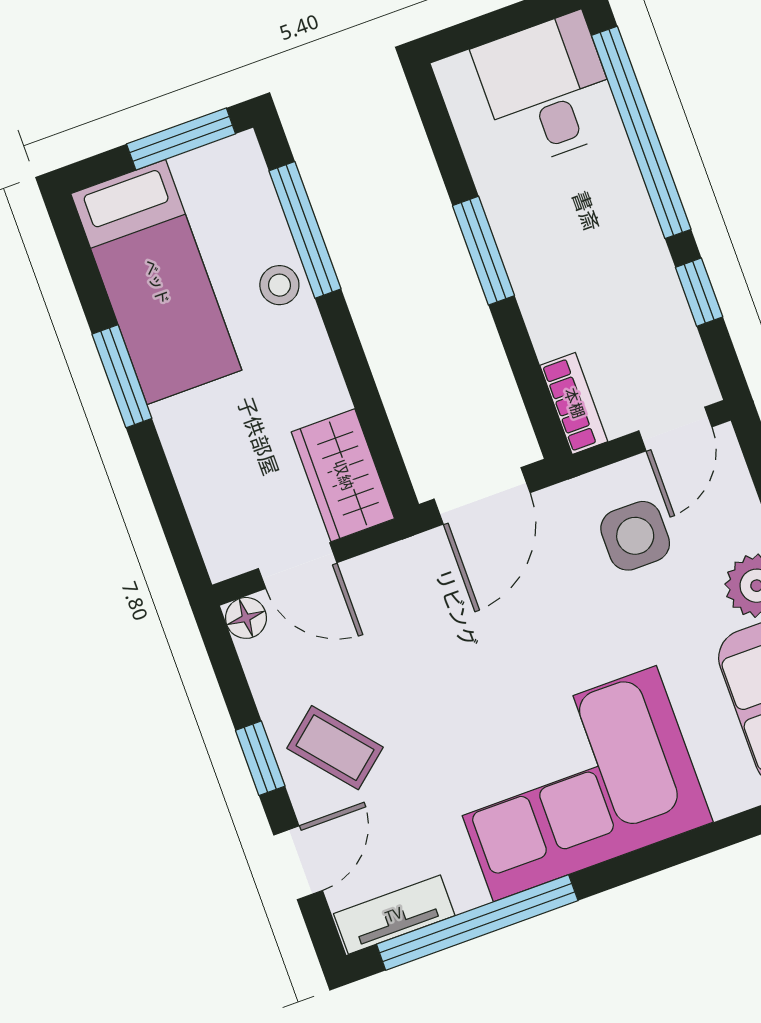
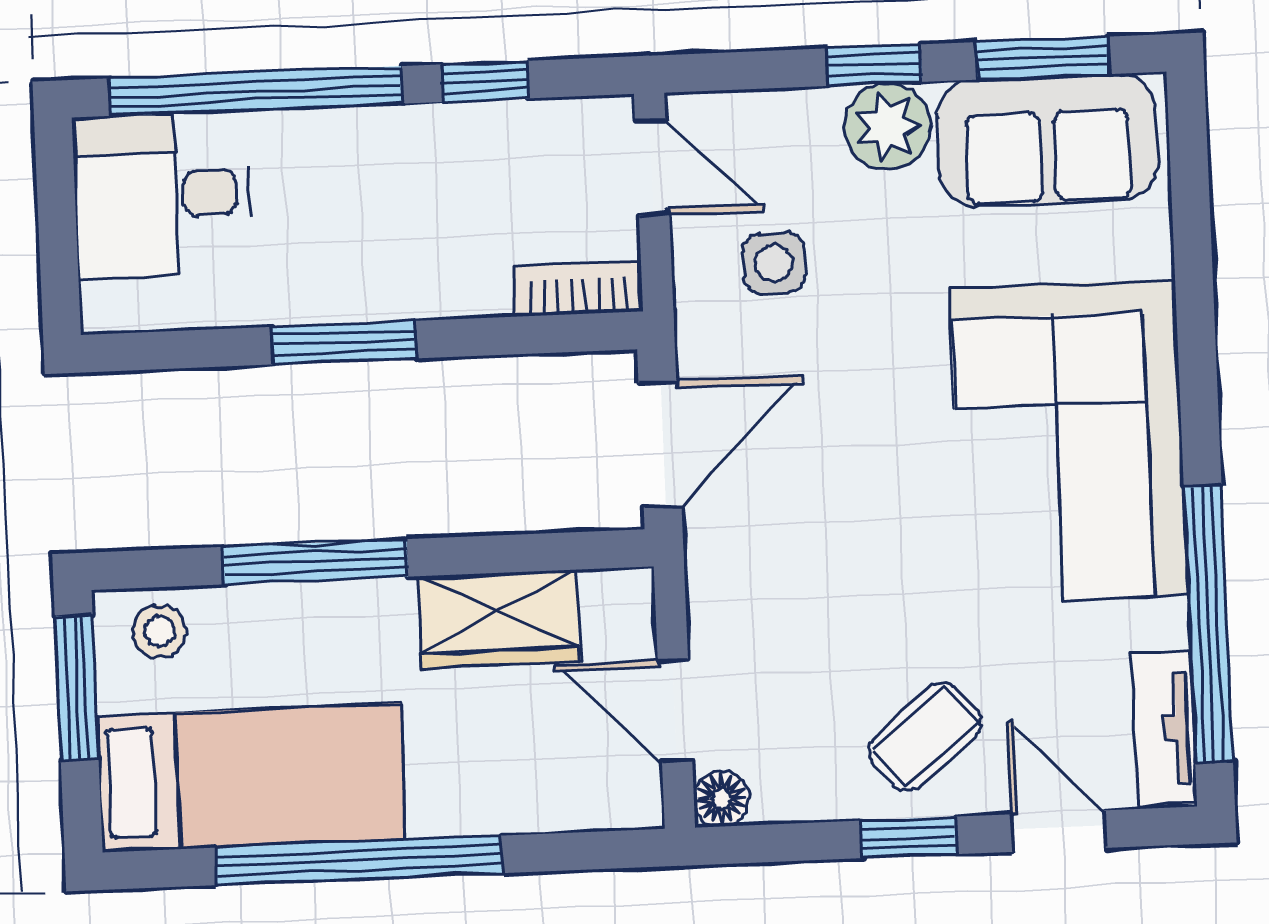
window: (305, 230) -> (315, 562), moved
stool: (279, 285) -> (159, 631), moved
window: (122, 376) -> (359, 860), width x2.11
wardrobe: (343, 475) -> (498, 619), moved
door: (482, 496) -> (660, 444), hinge flipped
side table: (635, 536) -> (774, 263), width x0.73, depth x0.73
door: (298, 566) -> (675, 711), swing flipped

